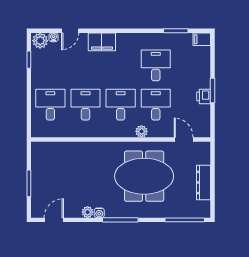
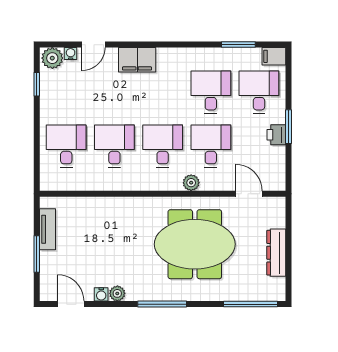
desk: (191, 65) -> (259, 92), added
tv unit: (37, 165) -> (48, 229), added
water cooler: (99, 213) -> (101, 294), moved
door: (54, 220) -> (71, 304), hinge flipped

